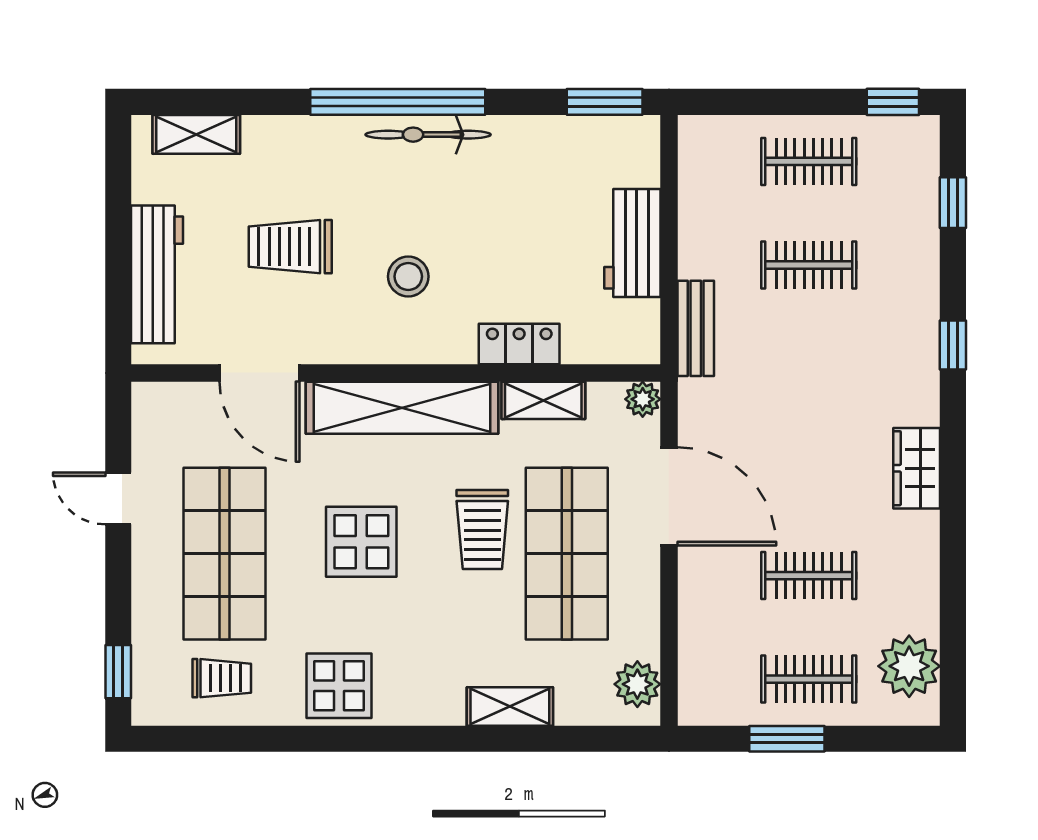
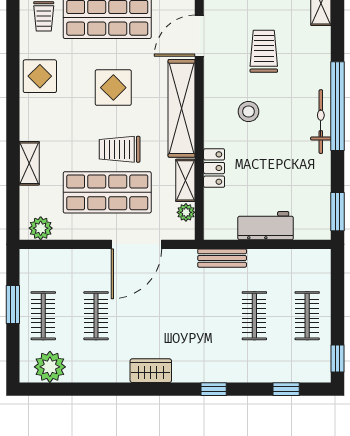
plant: (643, 399) -> (186, 212), moved

